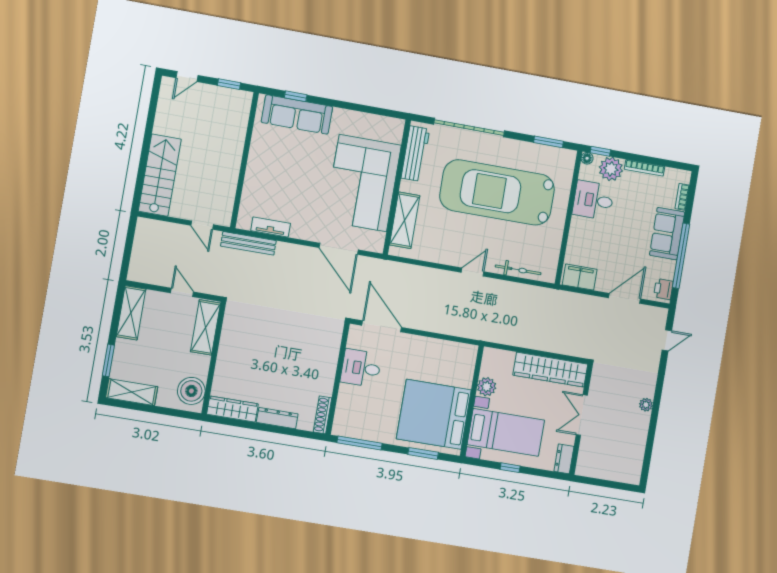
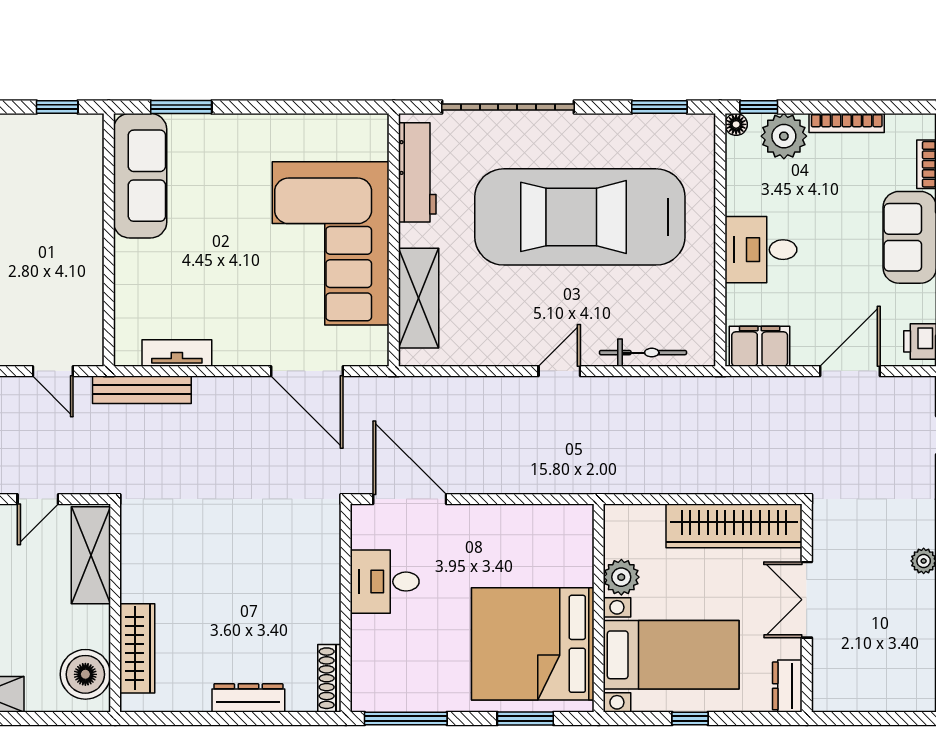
window: (296, 96) -> (181, 107), width x1.50
sofa: (297, 114) -> (140, 176), moved, turned -90
desk: (593, 200) -> (761, 250), moved
door: (182, 292) -> (38, 499), swing flipped
wardrobe: (232, 409) -> (137, 648), moved, turned 90

